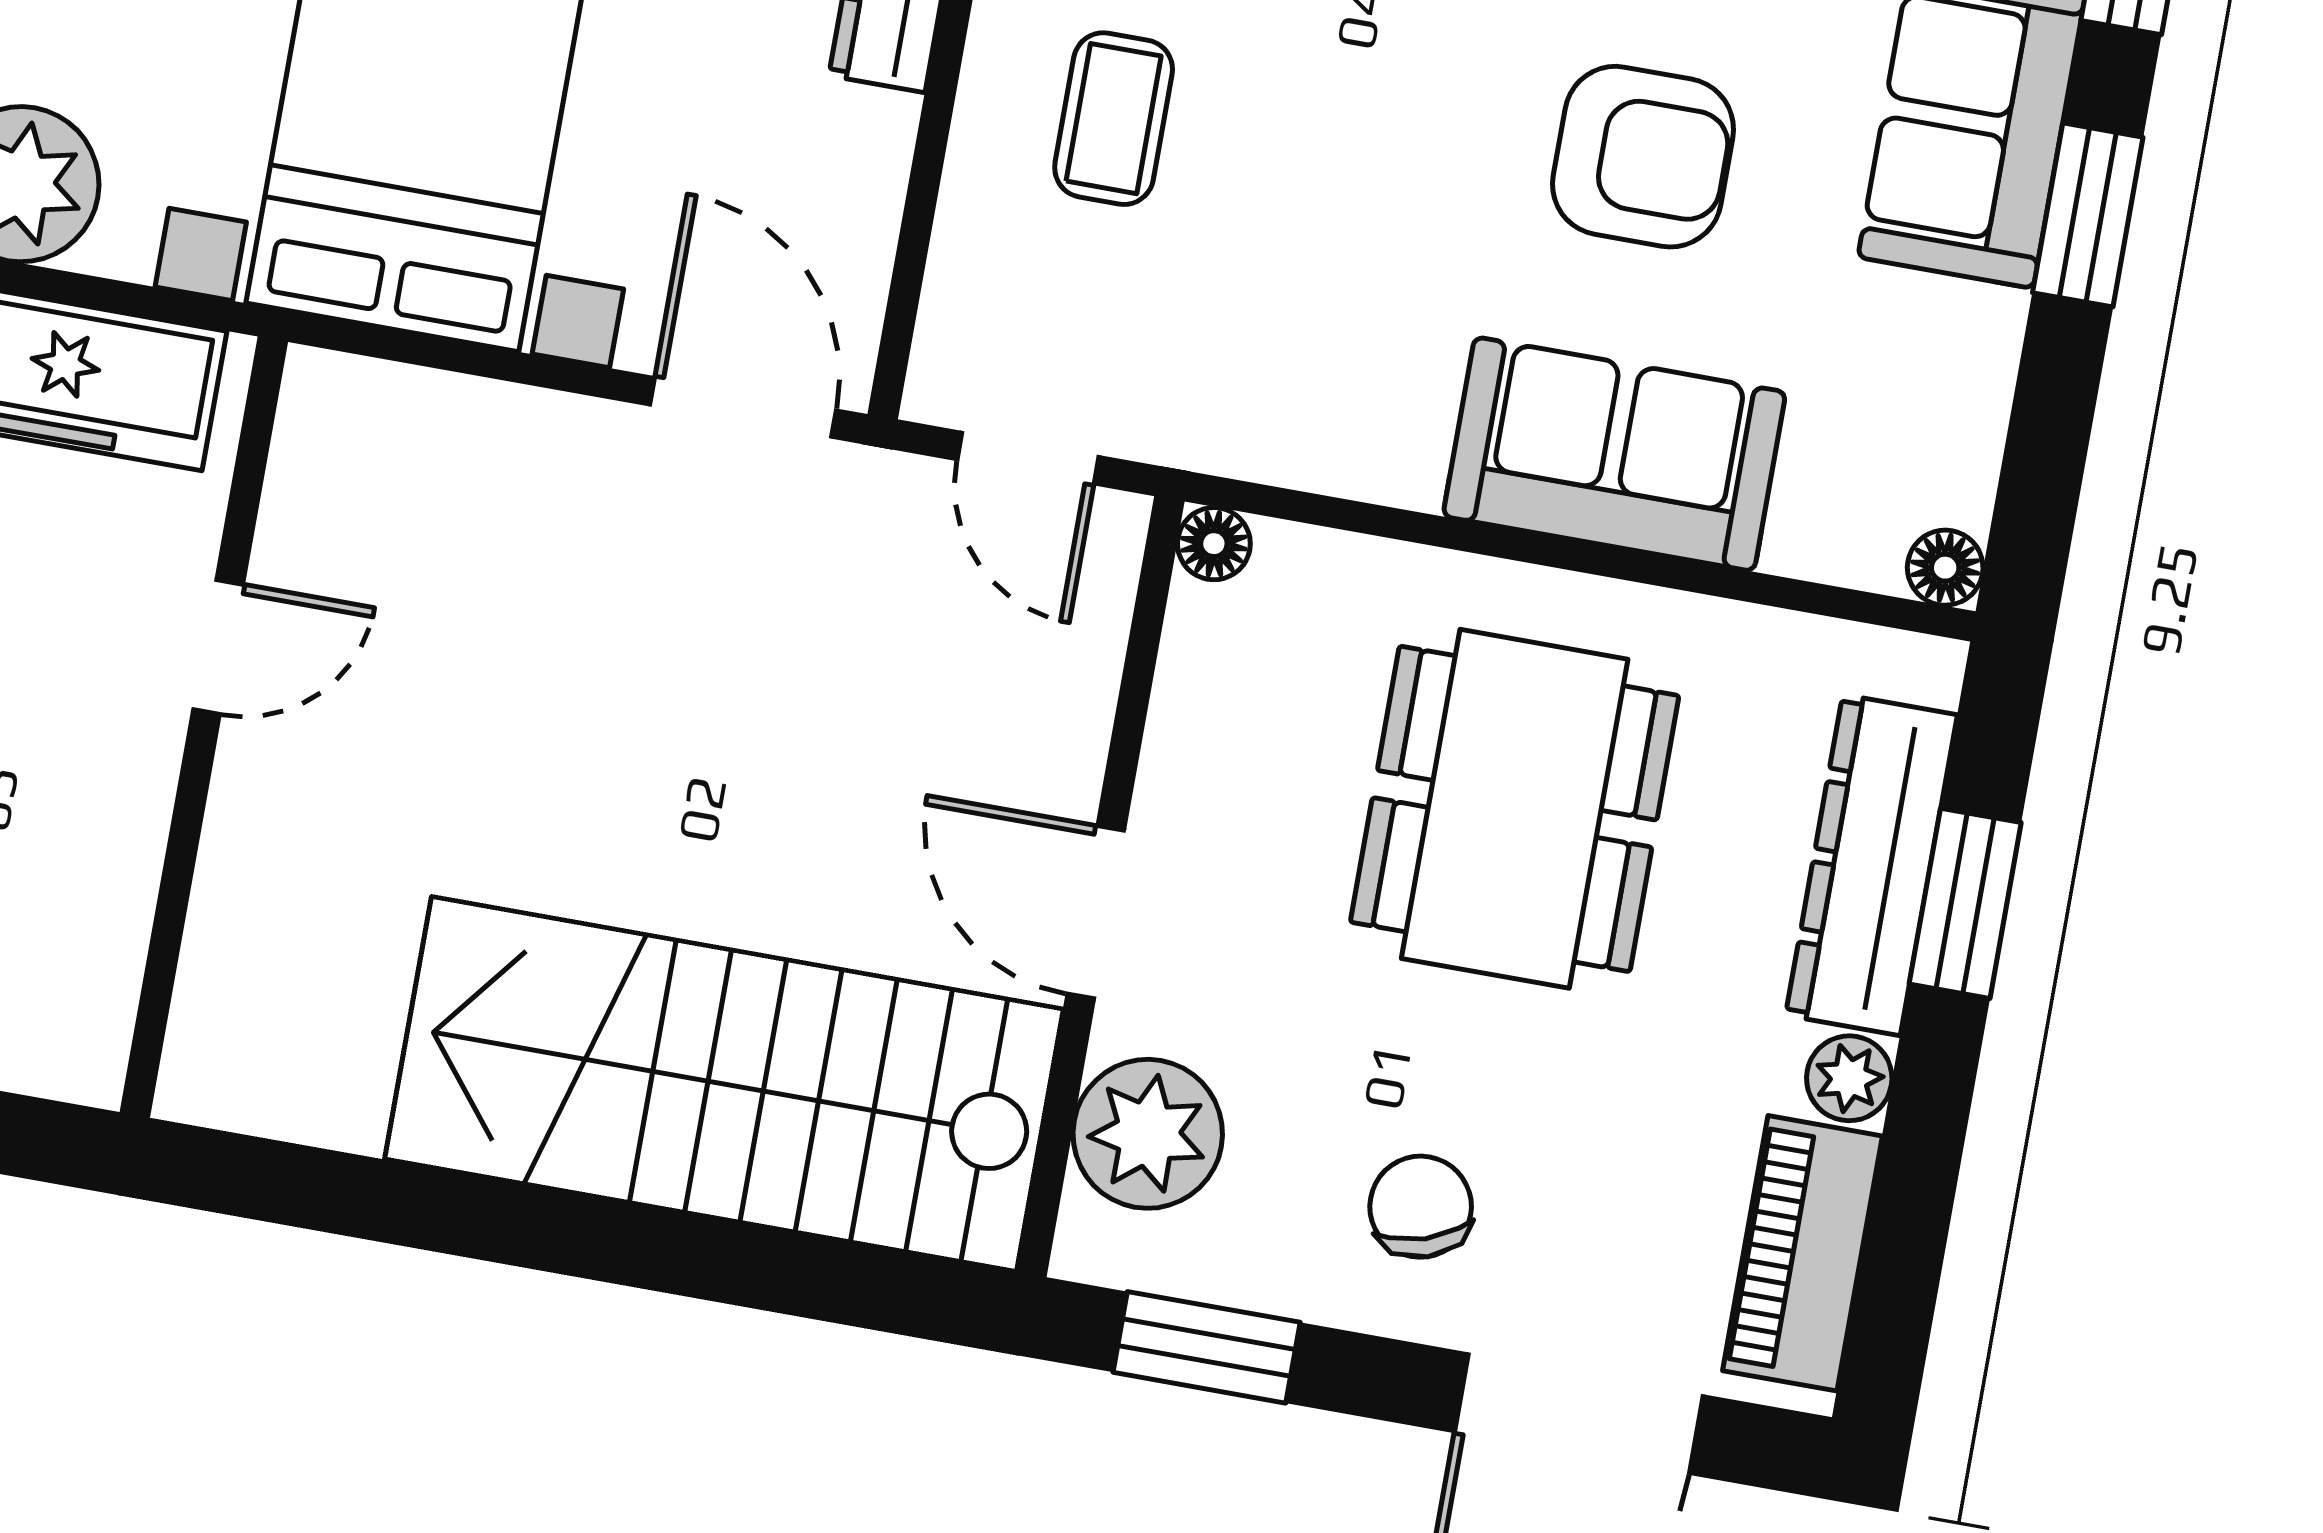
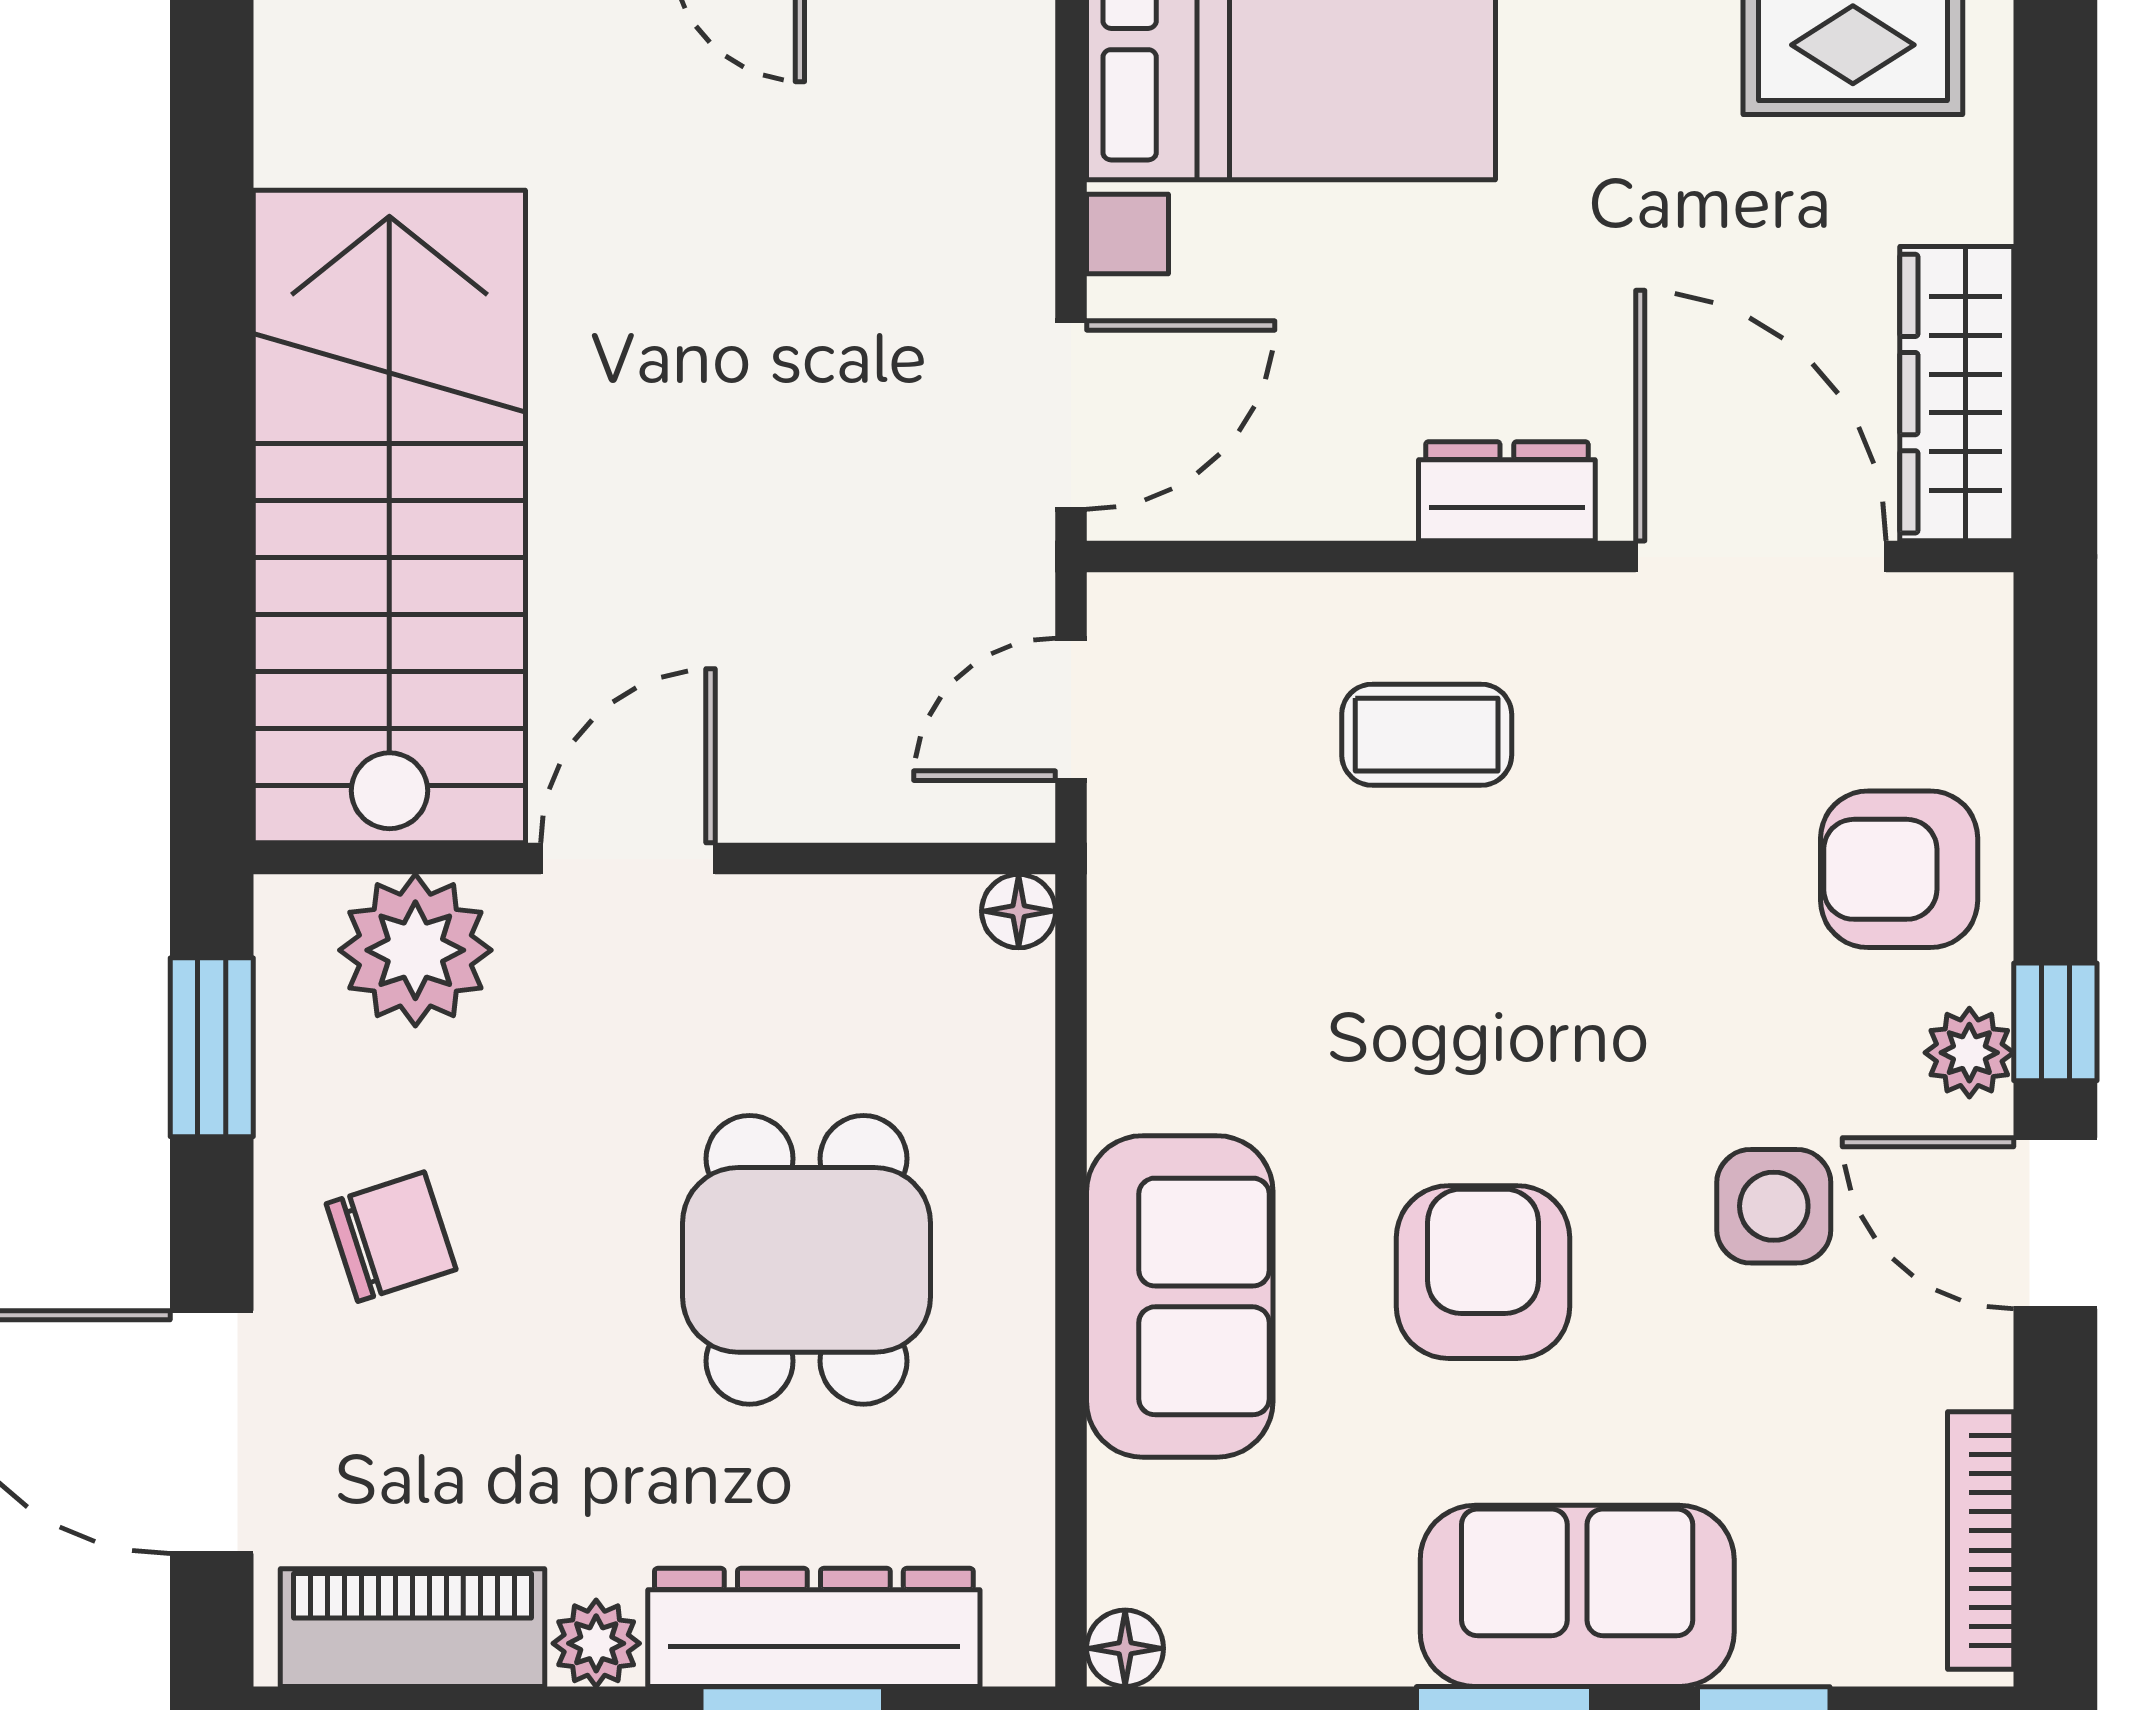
armchair: (1643, 157) -> (1483, 1272), turned 180
dining table: (1515, 809) -> (807, 1260), width x0.73

